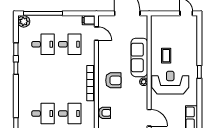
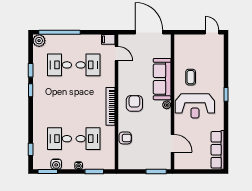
desk: (43, 44) -> (60, 65), turned 180
armchair: (113, 80) -> (134, 103), turned -90
reception desk: (170, 83) -> (195, 106), turned 180
desk: (43, 114) -> (60, 139), turned 180

